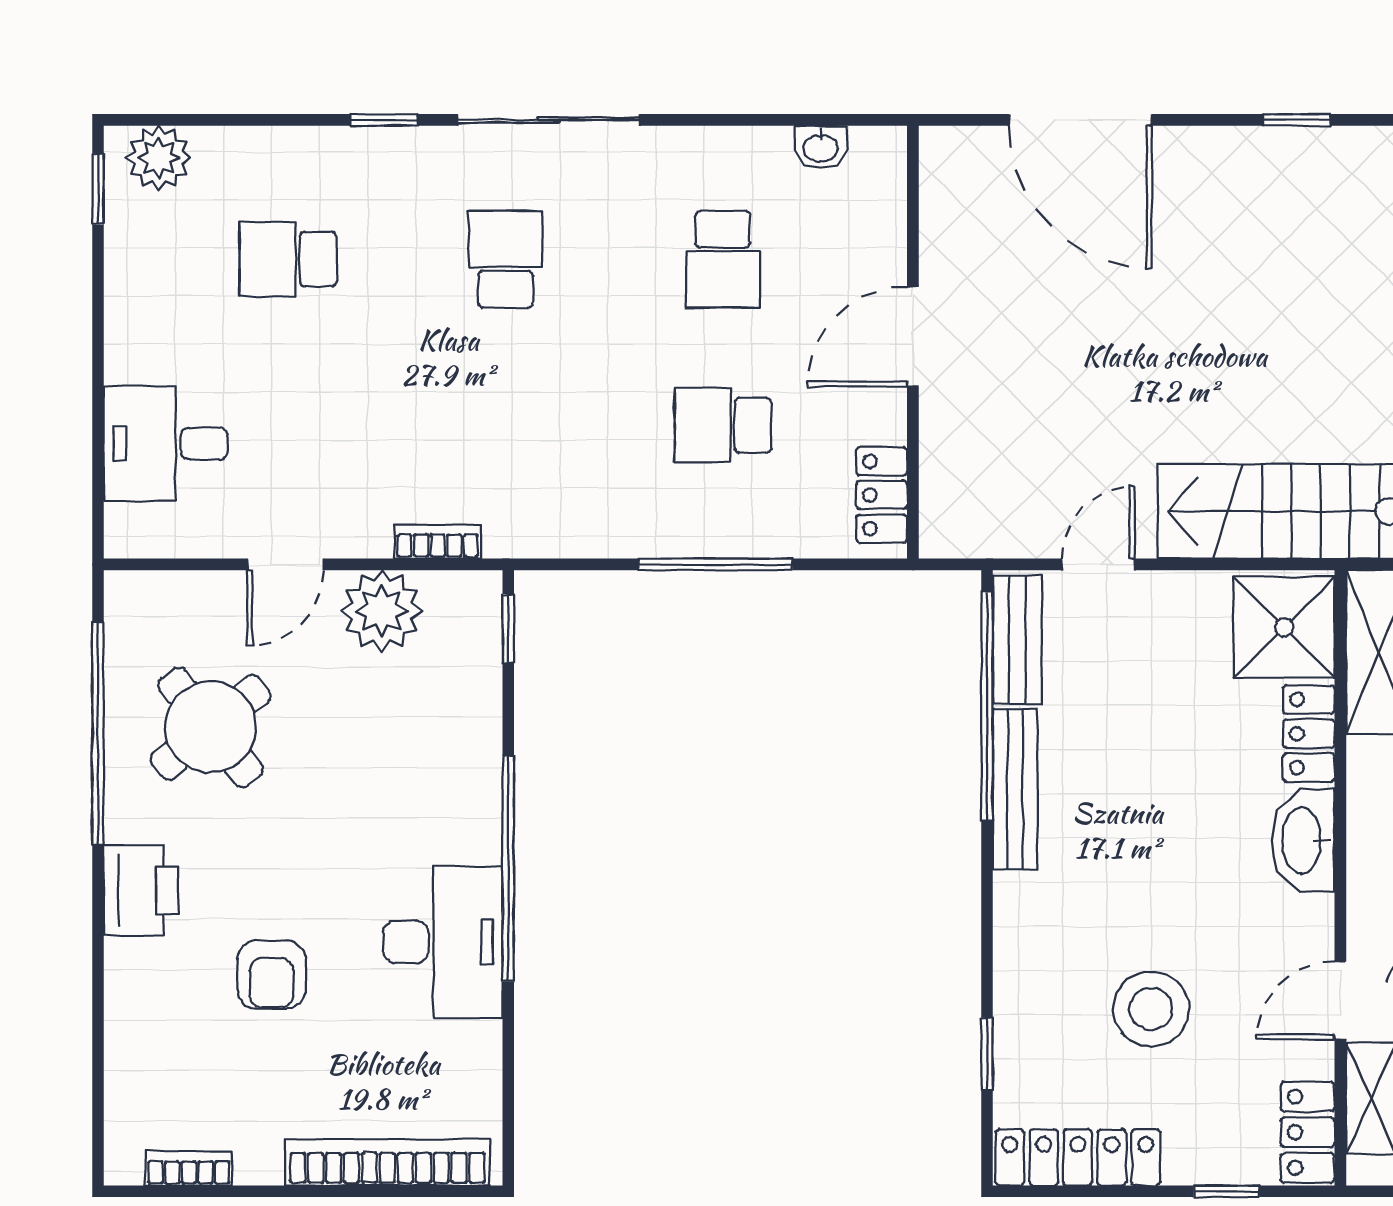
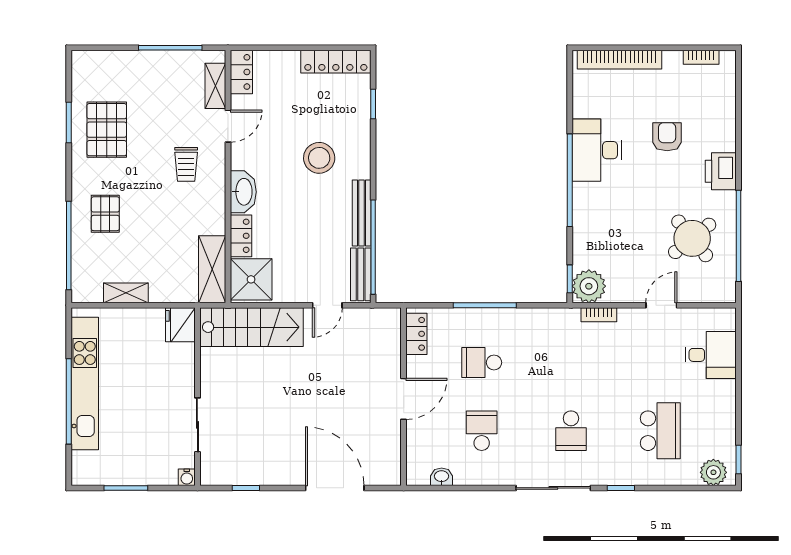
school desk: (288, 259) -> (660, 431), width x1.85
school desk: (723, 425) -> (482, 362), turned 180
plant: (382, 611) -> (589, 286), moved
stool: (1151, 1009) -> (319, 158), moved
window: (1227, 1191) -> (275, 48), removed

